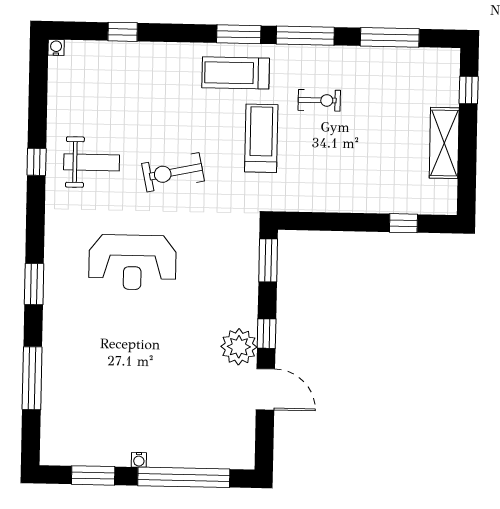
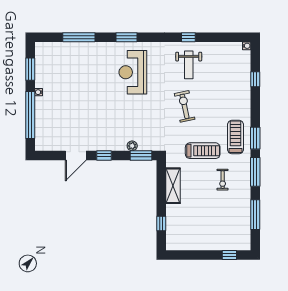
shelving: (444, 143) -> (173, 186), moved, turned 90
reception desk: (132, 262) -> (133, 72), moved
plant: (239, 347) -> (132, 146), moved, width x0.53, depth x0.53

